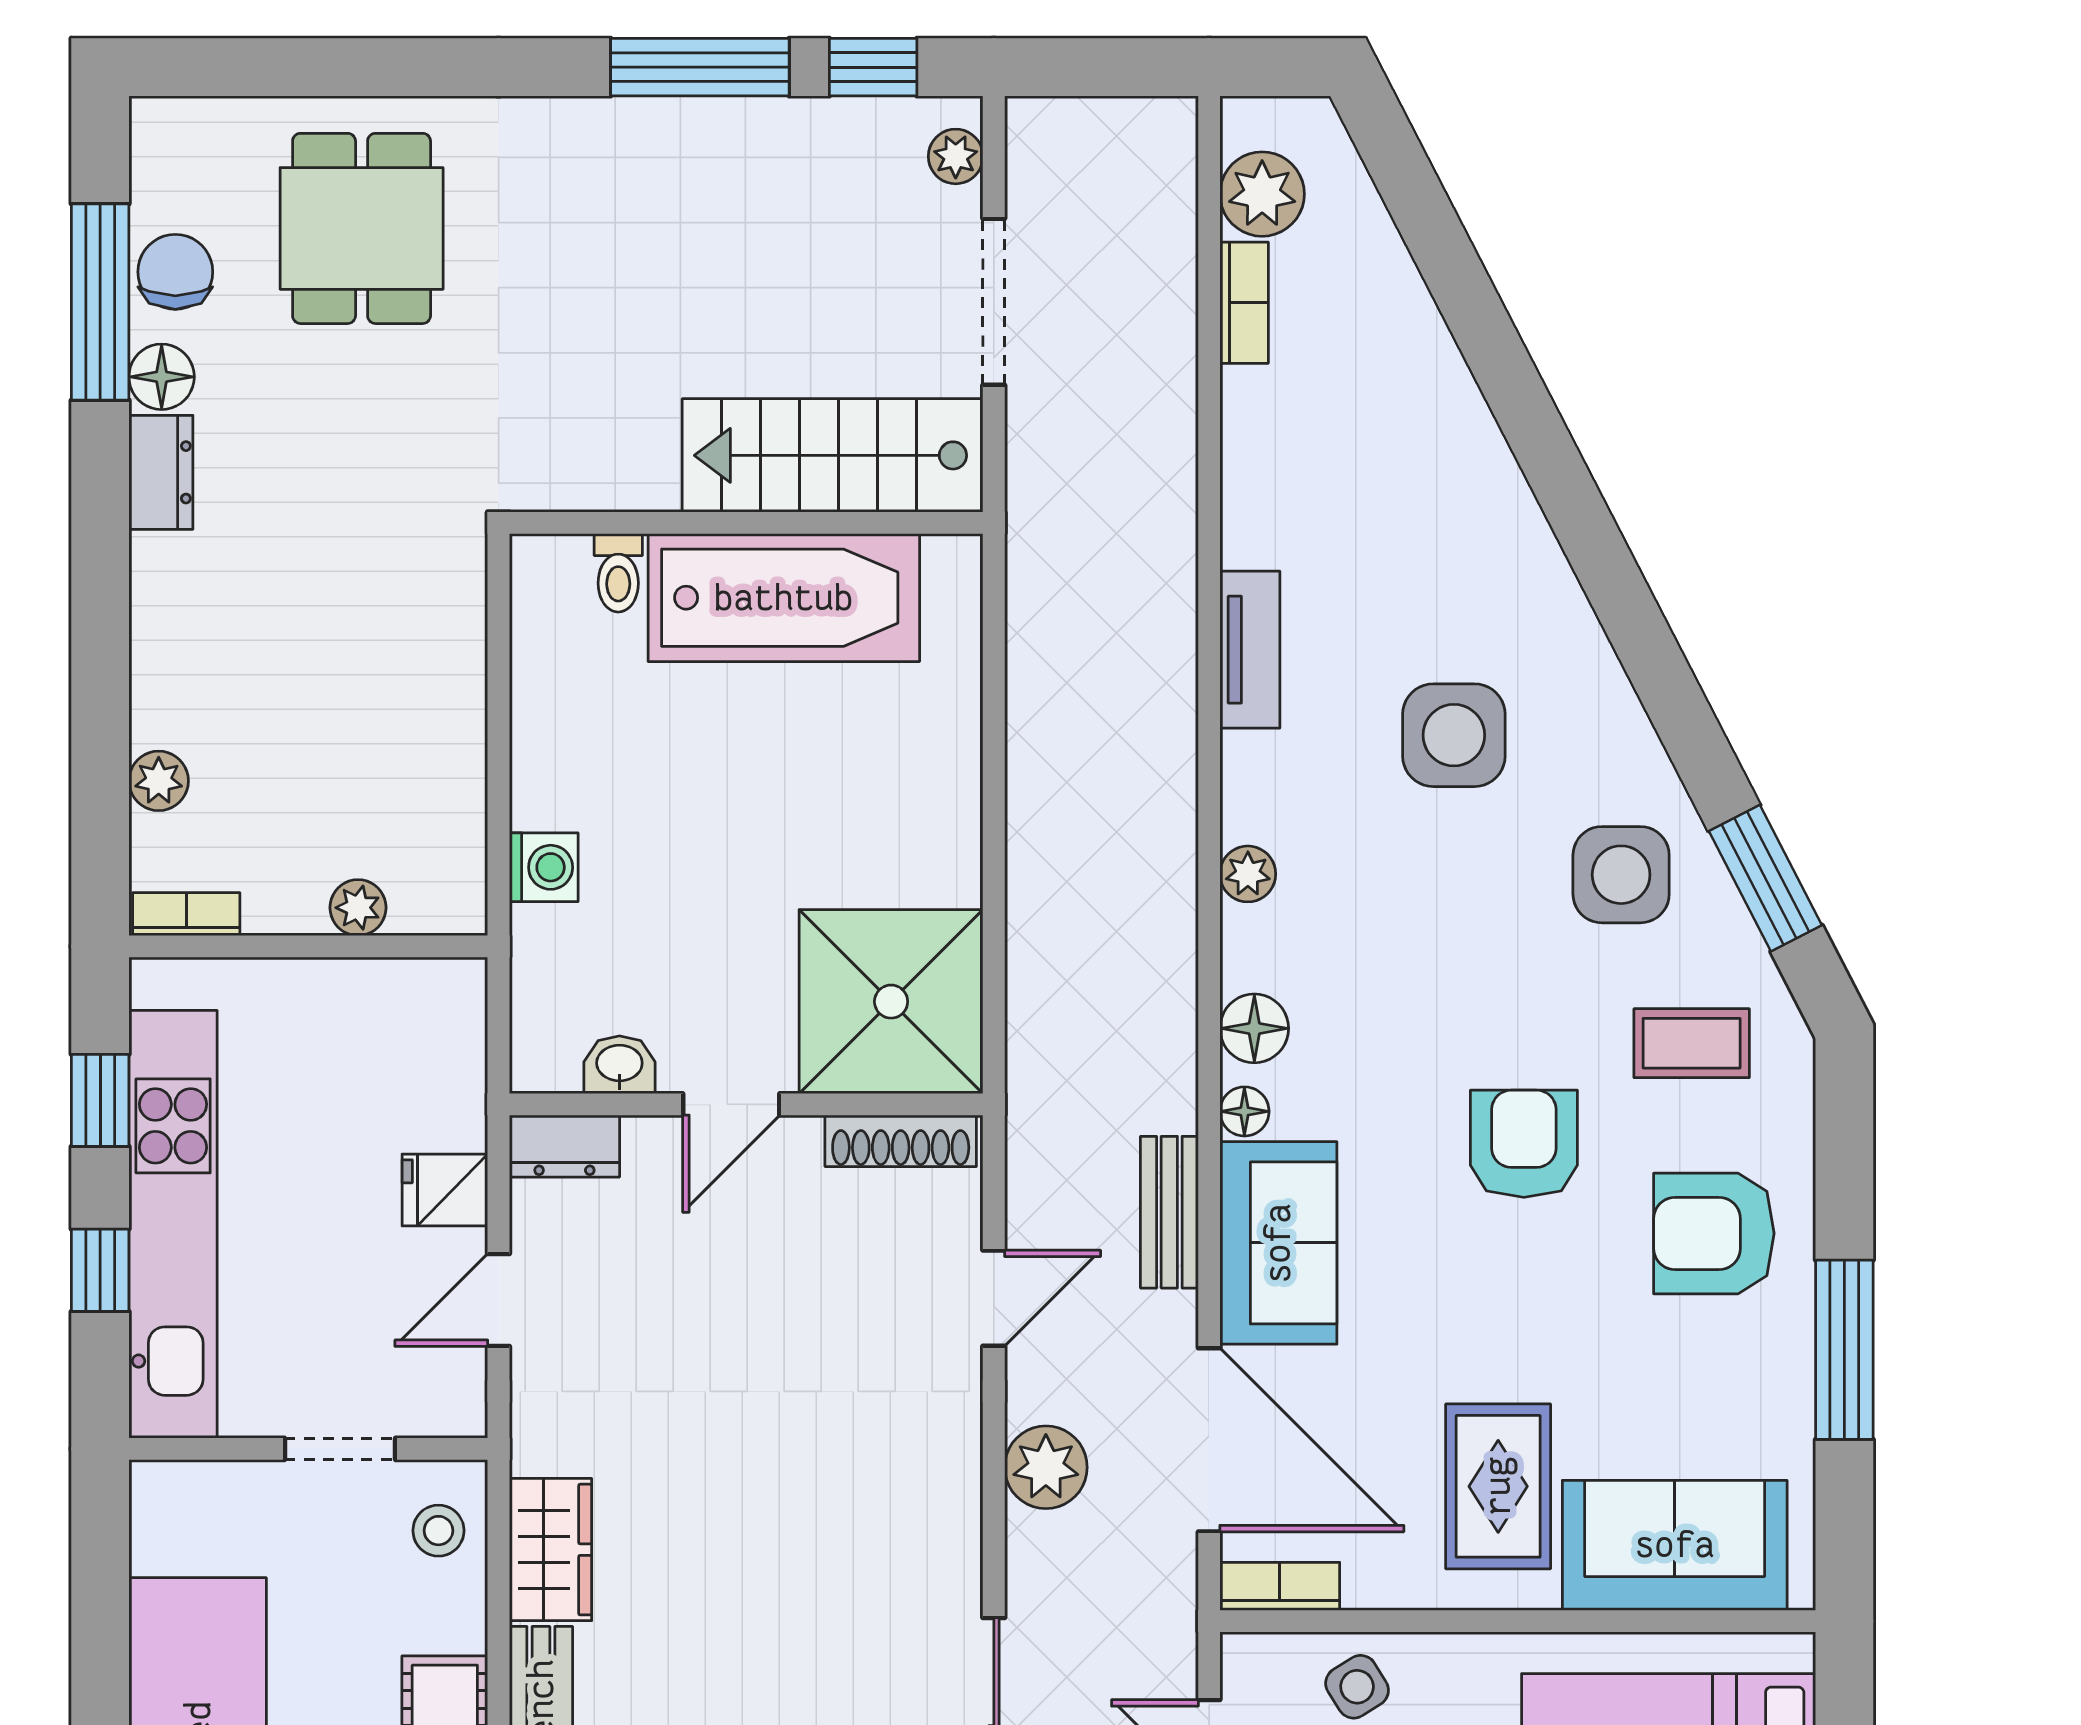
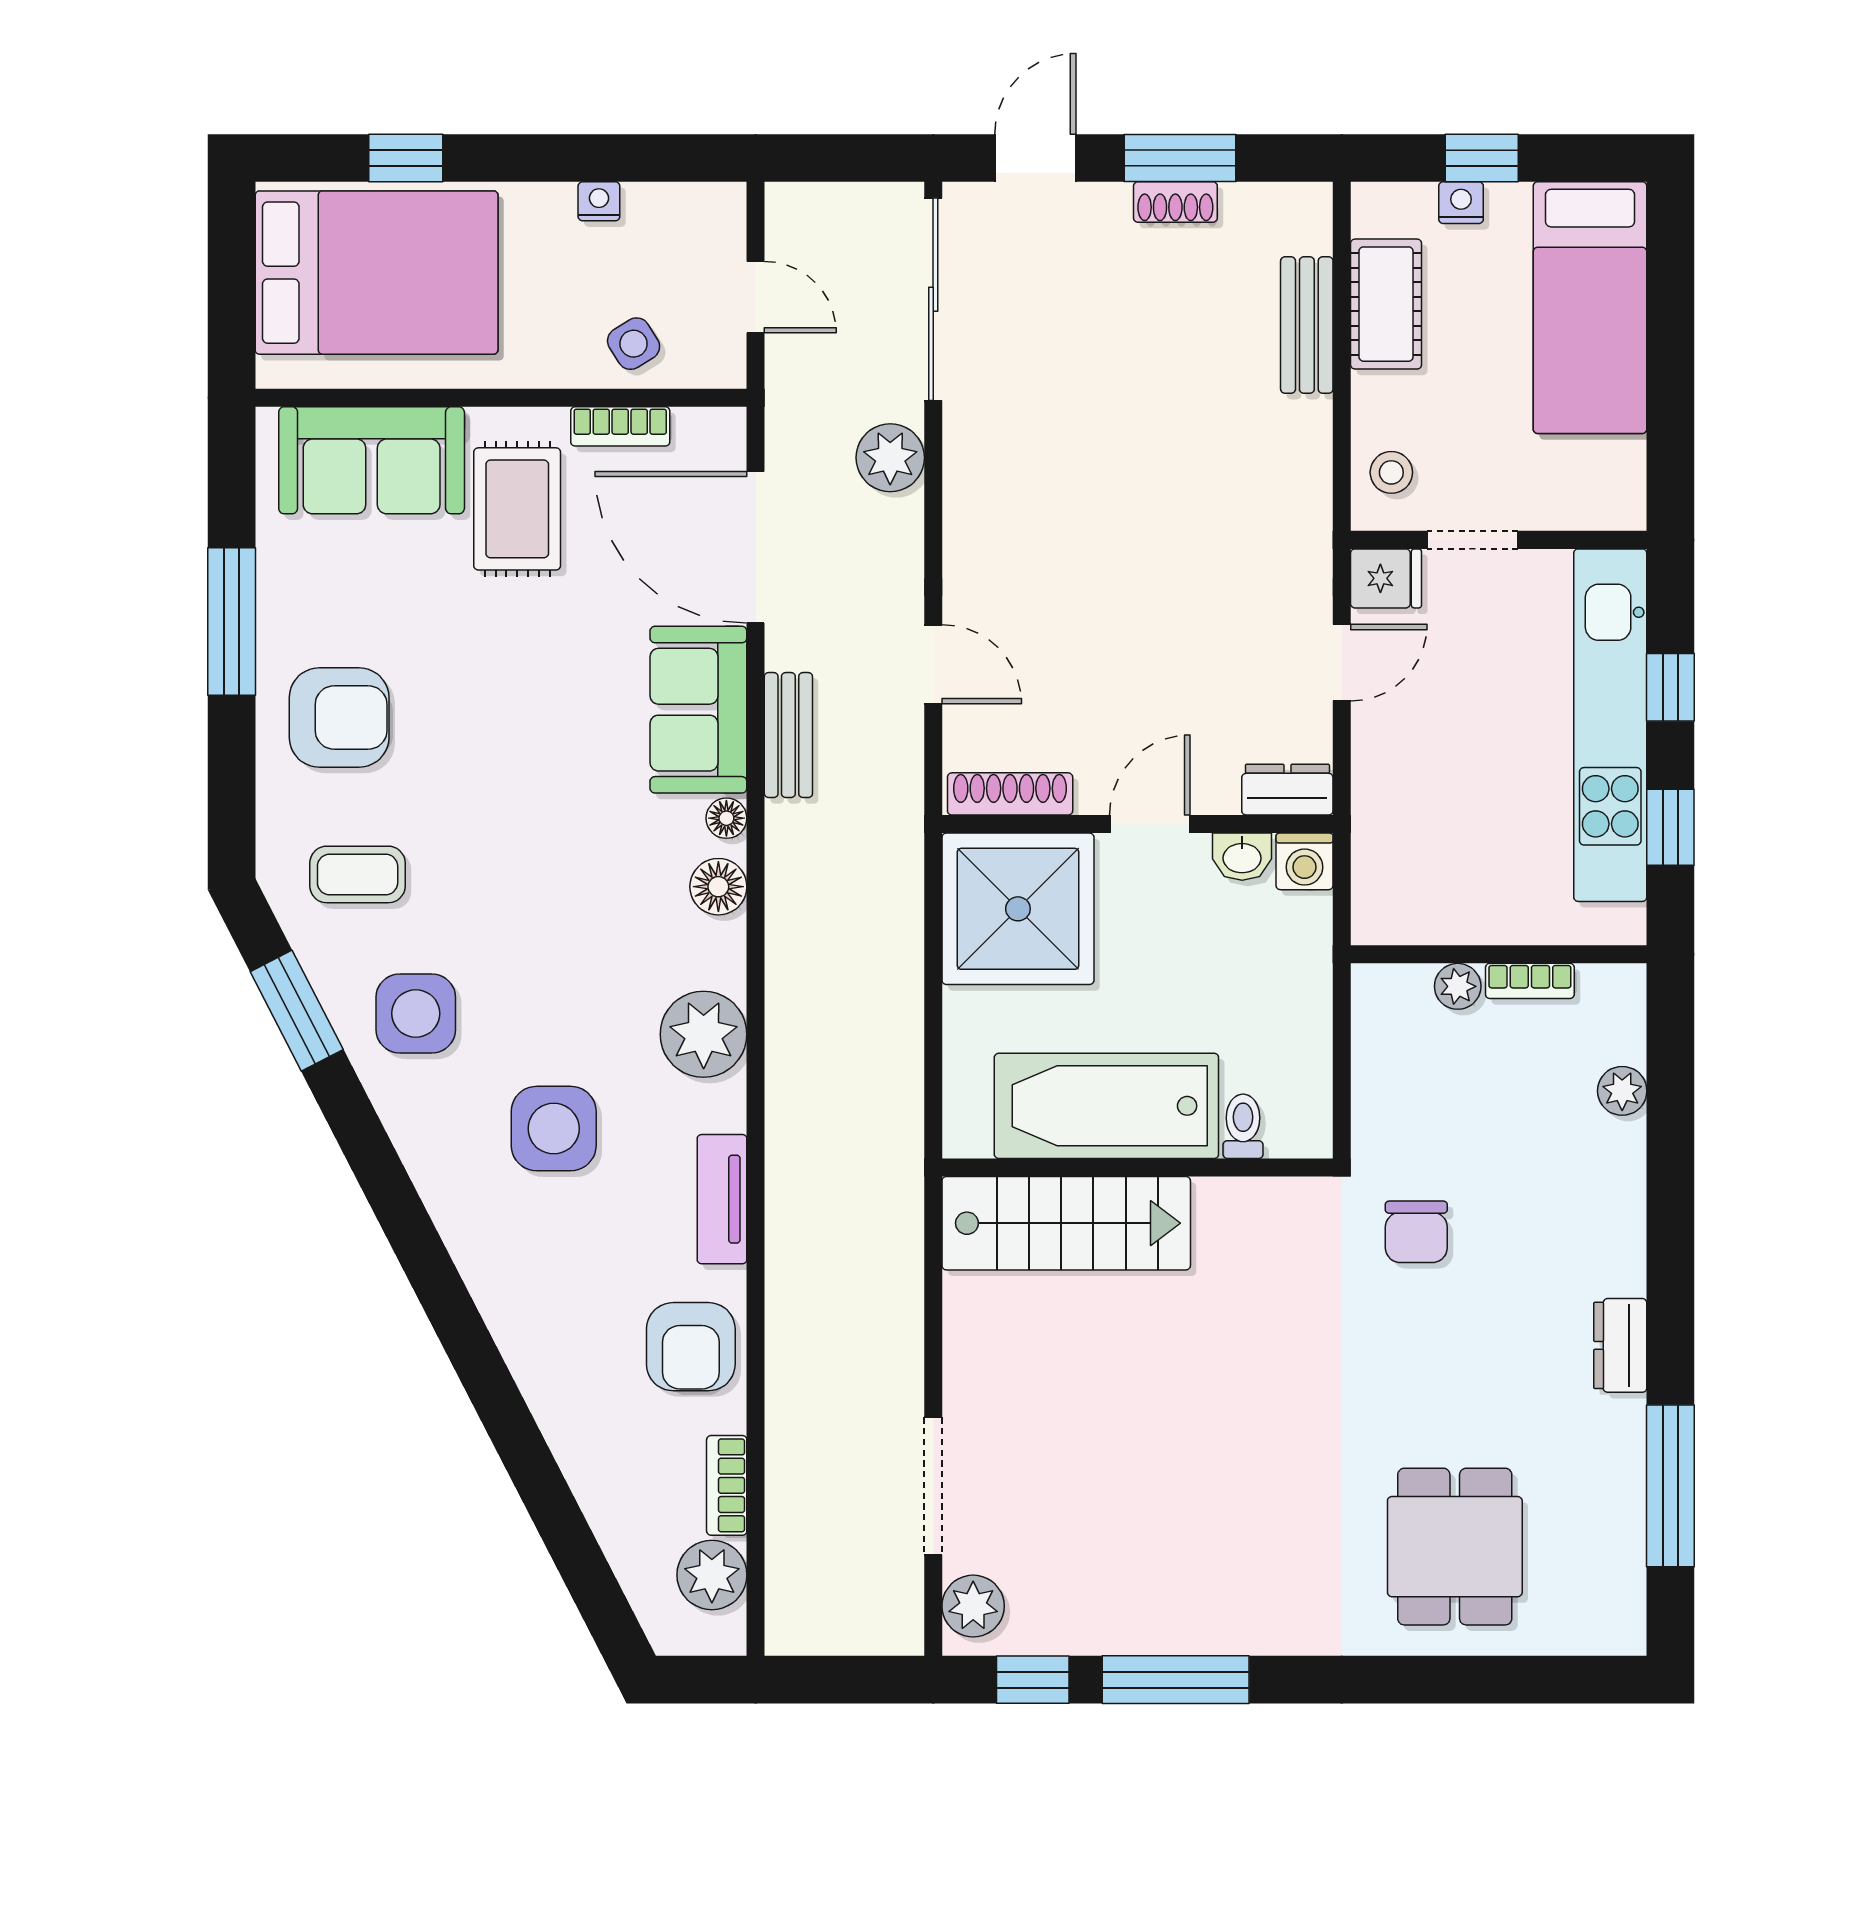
plant: (956, 156) -> (973, 1606), width x1.38, depth x1.38
chair: (175, 272) -> (1416, 1232), moved
floor lamp: (162, 377) -> (1620, 1424), removed
stairs: (833, 455) -> (1066, 1223), moved
wall: (746, 523) -> (1138, 1168), moved
toilet: (618, 573) -> (1243, 1126), moved
bathtub: (784, 598) -> (1106, 1106), moved
washing machine: (544, 867) -> (1305, 861), moved, turned -90
plant: (1248, 874) -> (704, 1034), width x1.87, depth x1.87
bookcase: (186, 914) -> (1530, 981), moved
armchair: (1524, 1144) -> (691, 1347), moved
fridge: (445, 1190) -> (1386, 578), moved
door: (994, 1298) -> (933, 664), swing flipped
plant: (1046, 1467) -> (890, 458), moved
wardrobe: (551, 1550) -> (1299, 457), removed
bookcase: (1280, 1586) -> (620, 426), moved

